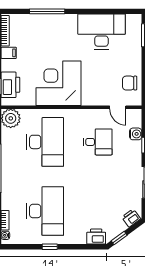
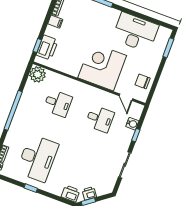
corner desk: (58, 83) -> (102, 67), moved
desk: (45, 142) -> (58, 103), width x0.53, depth x0.77
printer: (131, 218) -> (89, 193), moved

